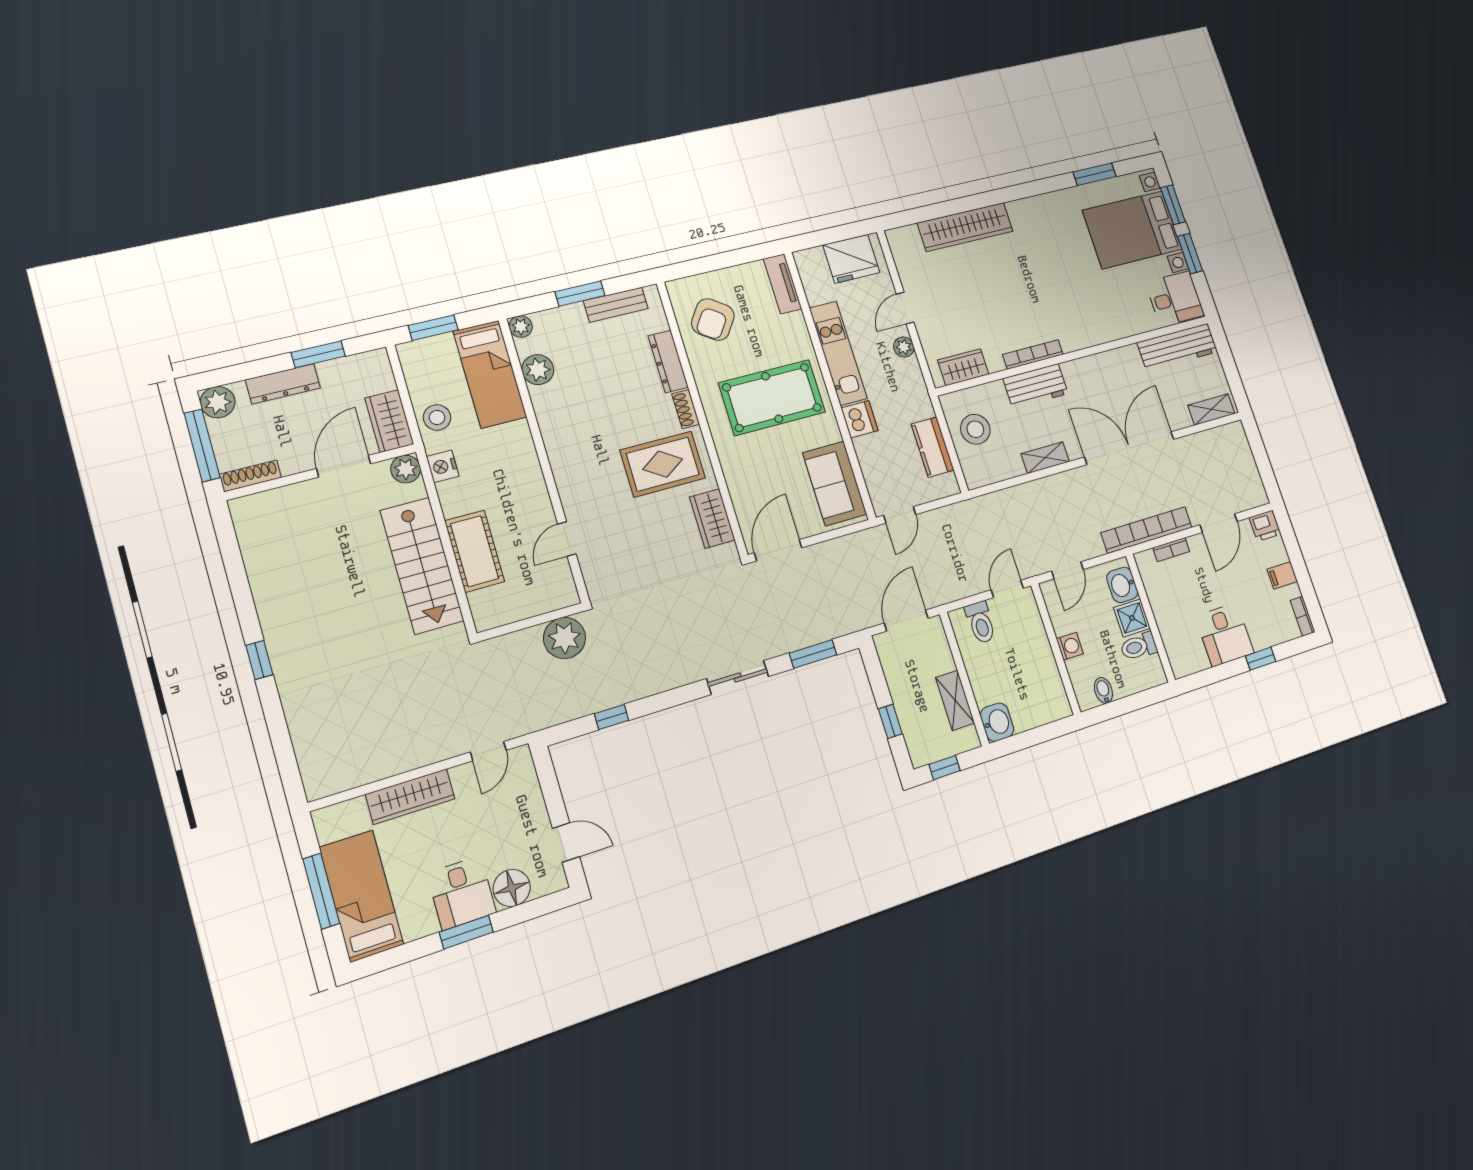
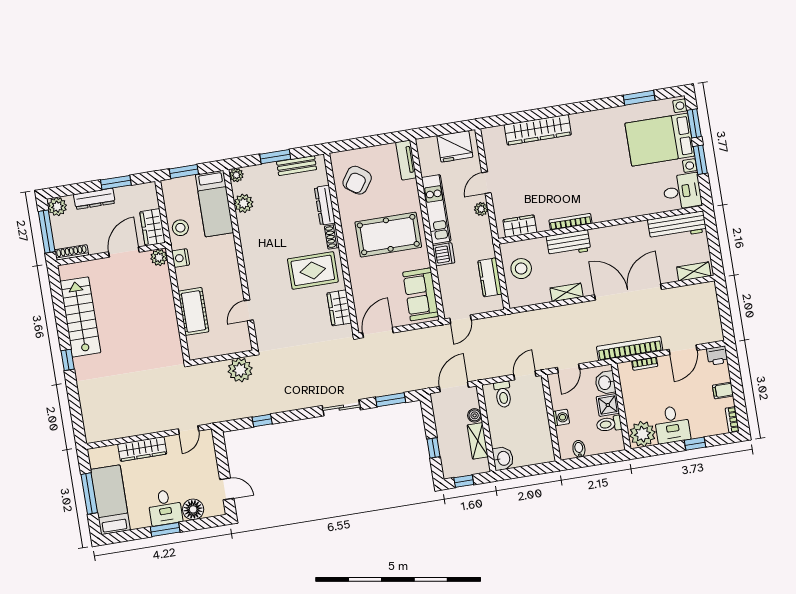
stairs: (422, 566) -> (80, 317), moved, turned 180
plant: (1187, 655) -> (642, 434), added
boiler: (944, 661) -> (475, 415), added

